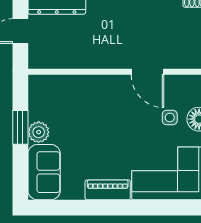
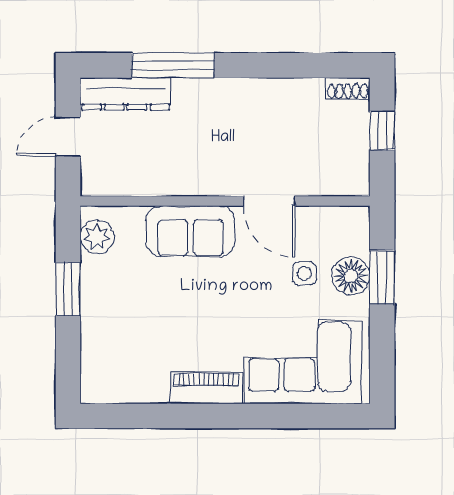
plant: (39, 132) -> (97, 237), moved
sofa: (44, 172) -> (190, 231), moved, turned 90

